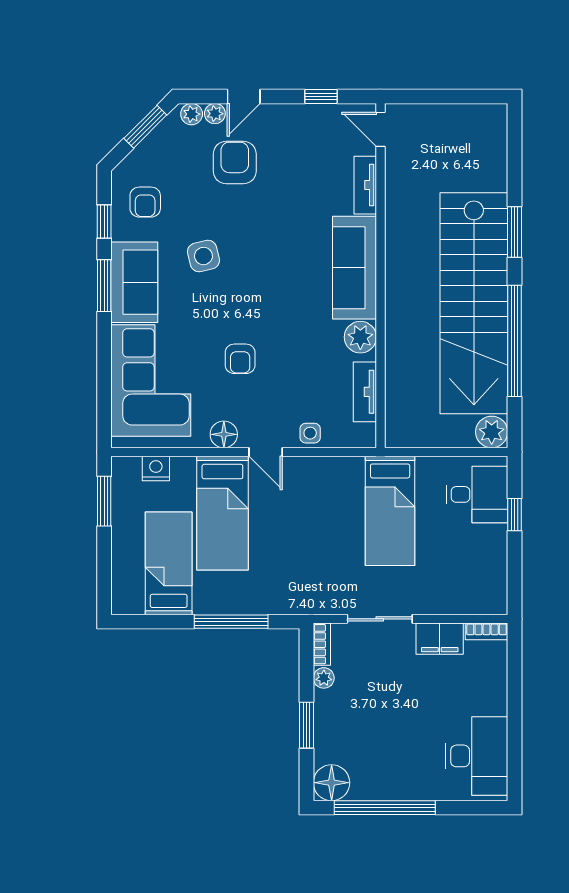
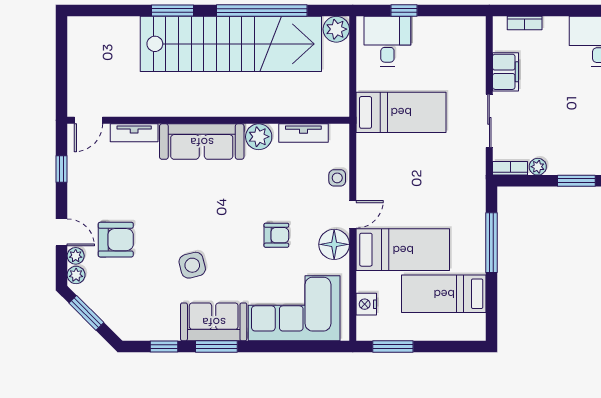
armchair: (235, 163) -> (116, 240), turned 180
armchair: (145, 202) -> (148, 313), removed
floor lamp: (224, 434) -> (334, 244), width x1.38, depth x1.38
bookcase: (487, 631) -> (525, 23), moved, turned 90

